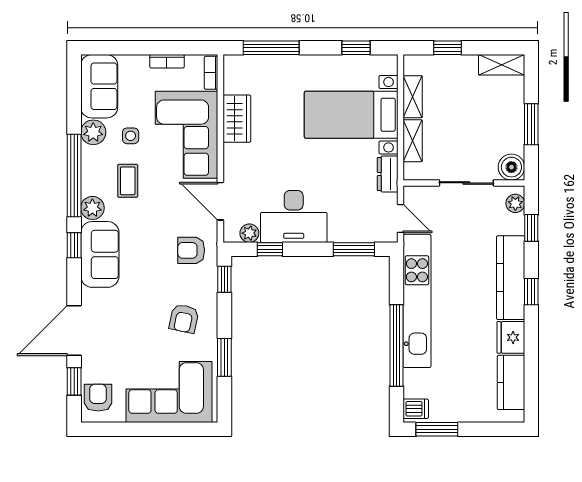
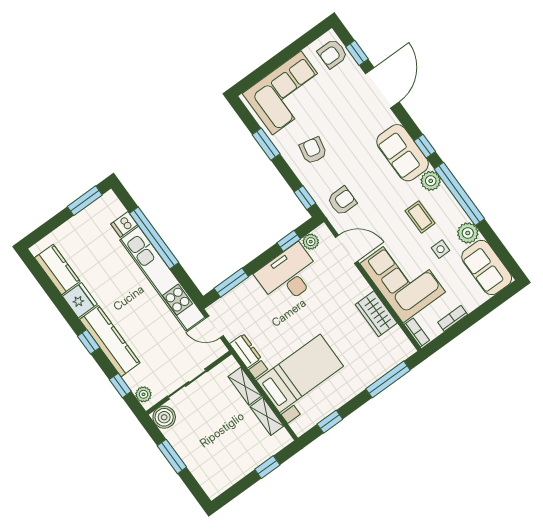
shelving: (502, 65) -> (222, 482), removed
armchair: (98, 398) -> (333, 54), turned 90
dishwasher: (416, 409) -> (124, 224), moved

